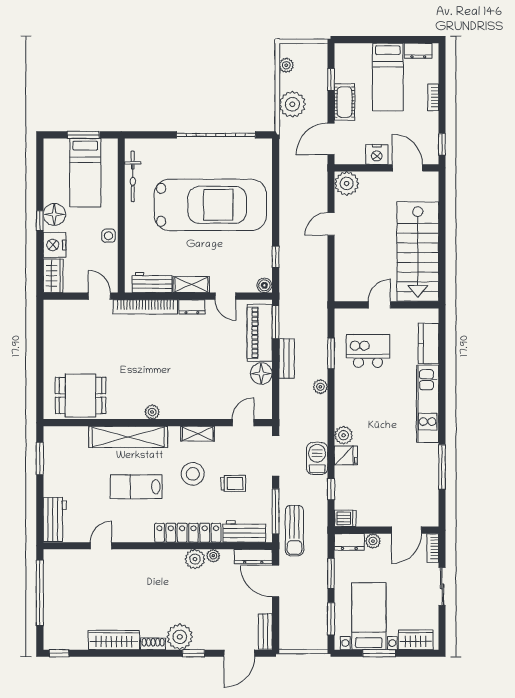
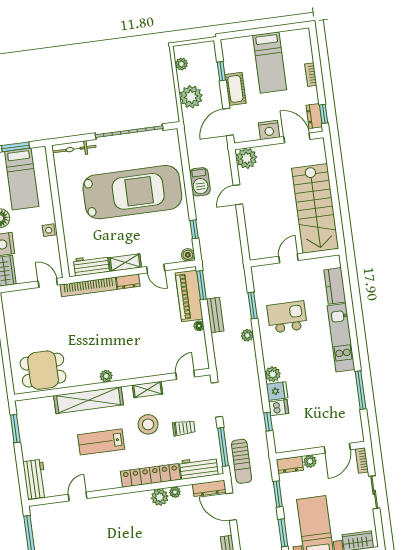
dresser: (418, 51) -> (314, 116), moved, turned 90
bicycle: (133, 176) -> (74, 149), moved, turned 90
kitchen island: (368, 351) -> (287, 317), moved
floor lamp: (261, 374) -> (199, 326), width x0.53, depth x0.53
barbecue: (317, 458) -> (200, 182), moved, turned 180
dishwasher: (345, 518) -> (279, 408), moved

